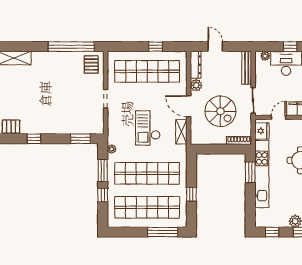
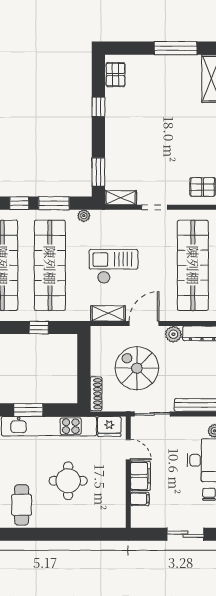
spiral stairs: (220, 111) -> (137, 368), turned 90
shelving: (99, 123) -> (121, 198), added
window: (250, 172) -> (28, 410), moved
window: (191, 194) -> (39, 328), moved

